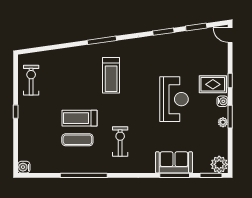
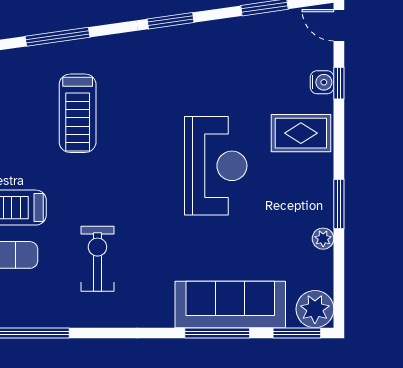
window: (163, 32) -> (171, 21), moved
window: (230, 81) -> (339, 83), moved
water cooler: (222, 101) -> (322, 82), moved
plant: (223, 122) -> (323, 239), moved
sofa: (174, 162) -> (230, 304), width x1.36

